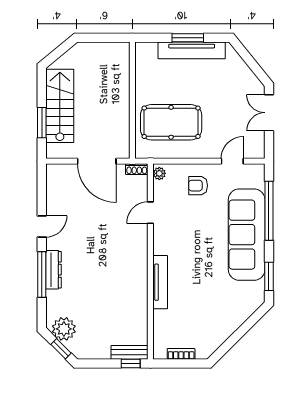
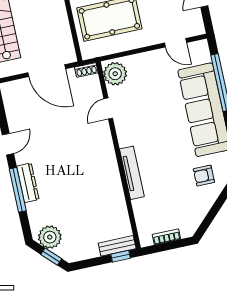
door: (232, 161) -> (176, 43), swing flipped
plant: (159, 173) -> (115, 74), width x1.87, depth x1.87
armchair: (198, 186) -> (204, 176), moved

